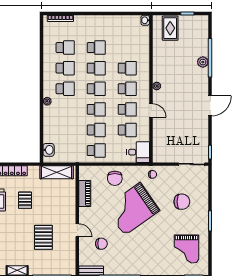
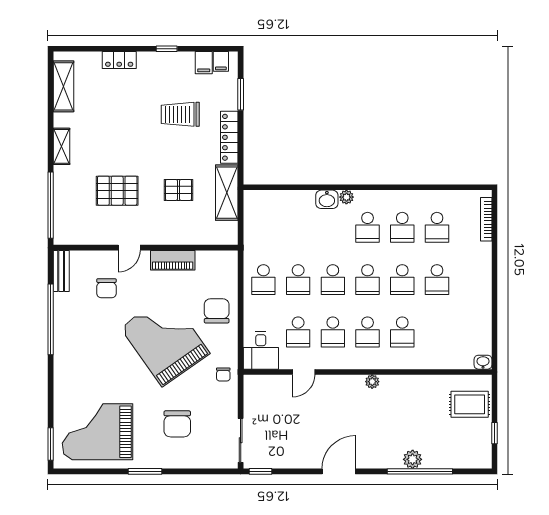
door: (210, 106) -> (339, 471), swing flipped
door: (151, 110) -> (304, 372), moved
washbasin: (49, 150) -> (327, 199), moved
shelving: (57, 172) -> (227, 193), moved
chair: (115, 178) -> (217, 311), turned 90
piano: (85, 193) -> (173, 260), moved
pallet: (25, 200) -> (178, 190), moved
grand piano: (187, 249) -> (97, 432), width x1.37, depth x1.48

